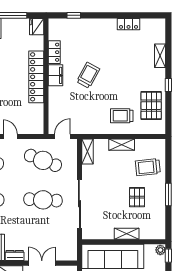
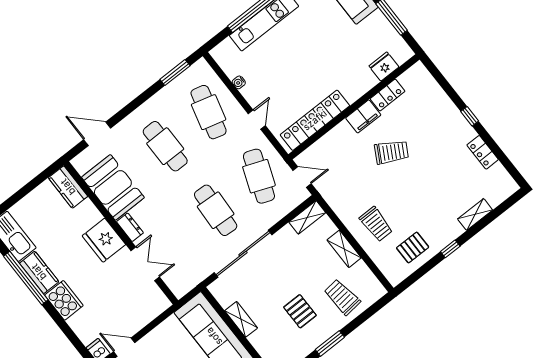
window: (74, 15) -> (470, 116), moved
fridge: (37, 27) -> (384, 66), moved
locker: (36, 77) -> (315, 120), moved
pallet: (151, 106) -> (413, 248), width x0.67, depth x0.71
trolley: (122, 116) -> (376, 224), turned 180
pallet: (137, 197) -> (300, 311), turned 90
shelving: (127, 234) -> (241, 319), moved

